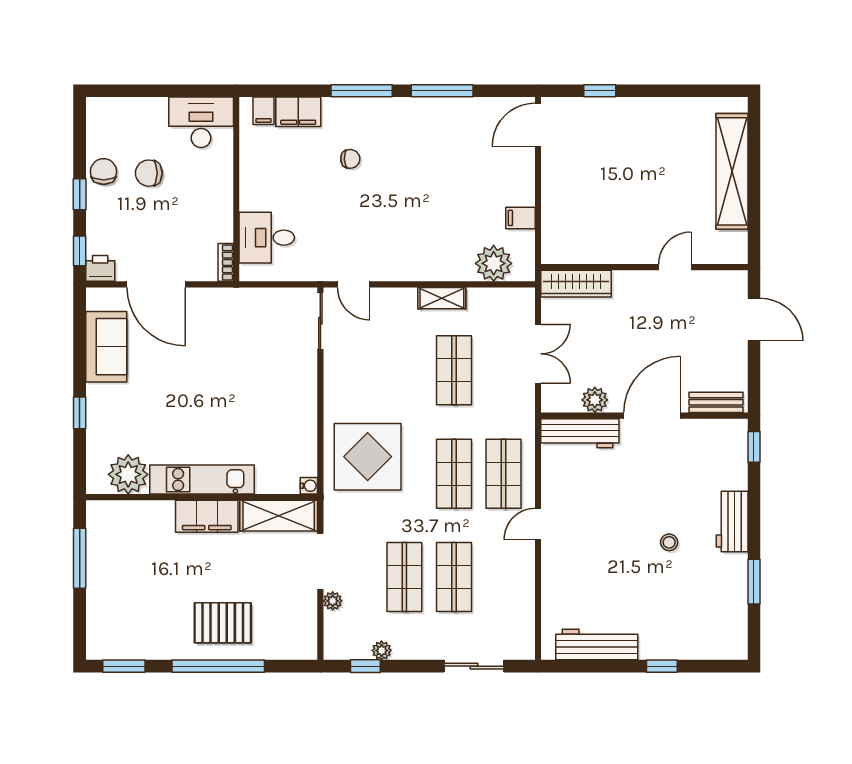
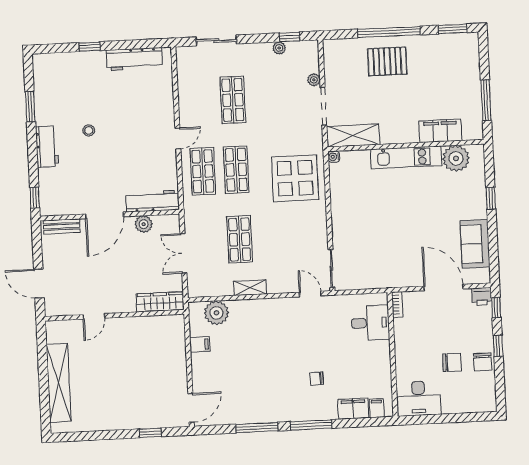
filing cabinet: (207, 516) -> (440, 131), moved
shop shelf: (404, 577) -> (266, 98), removed

